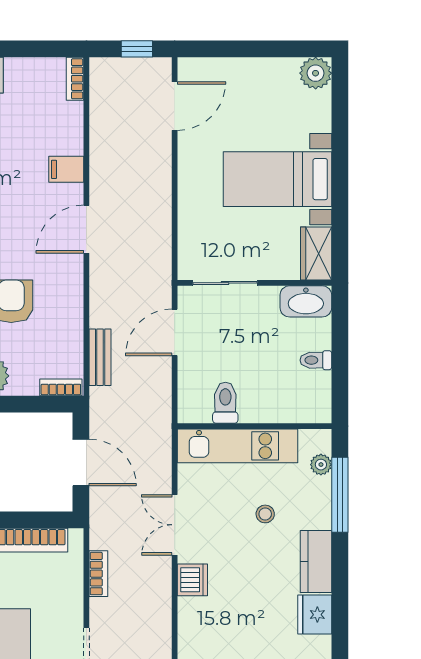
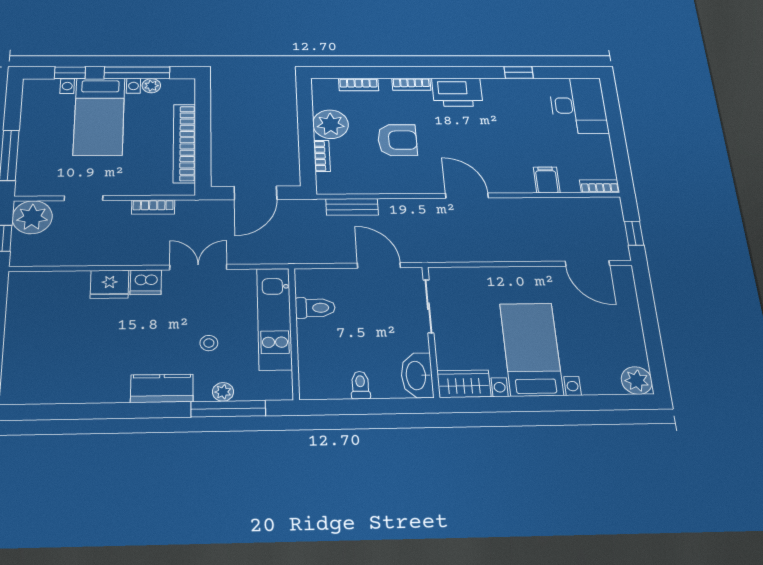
filing cabinet: (66, 169) -> (547, 180), moved
bookcase: (61, 387) -> (322, 156), moved
plant: (321, 465) -> (223, 392), moved
fridge: (315, 615) -> (110, 284), moved, turned 180

